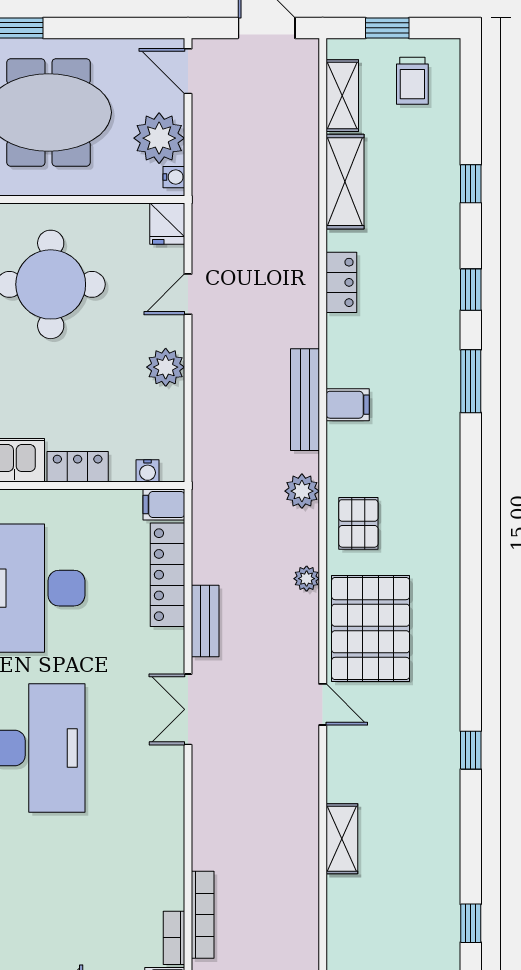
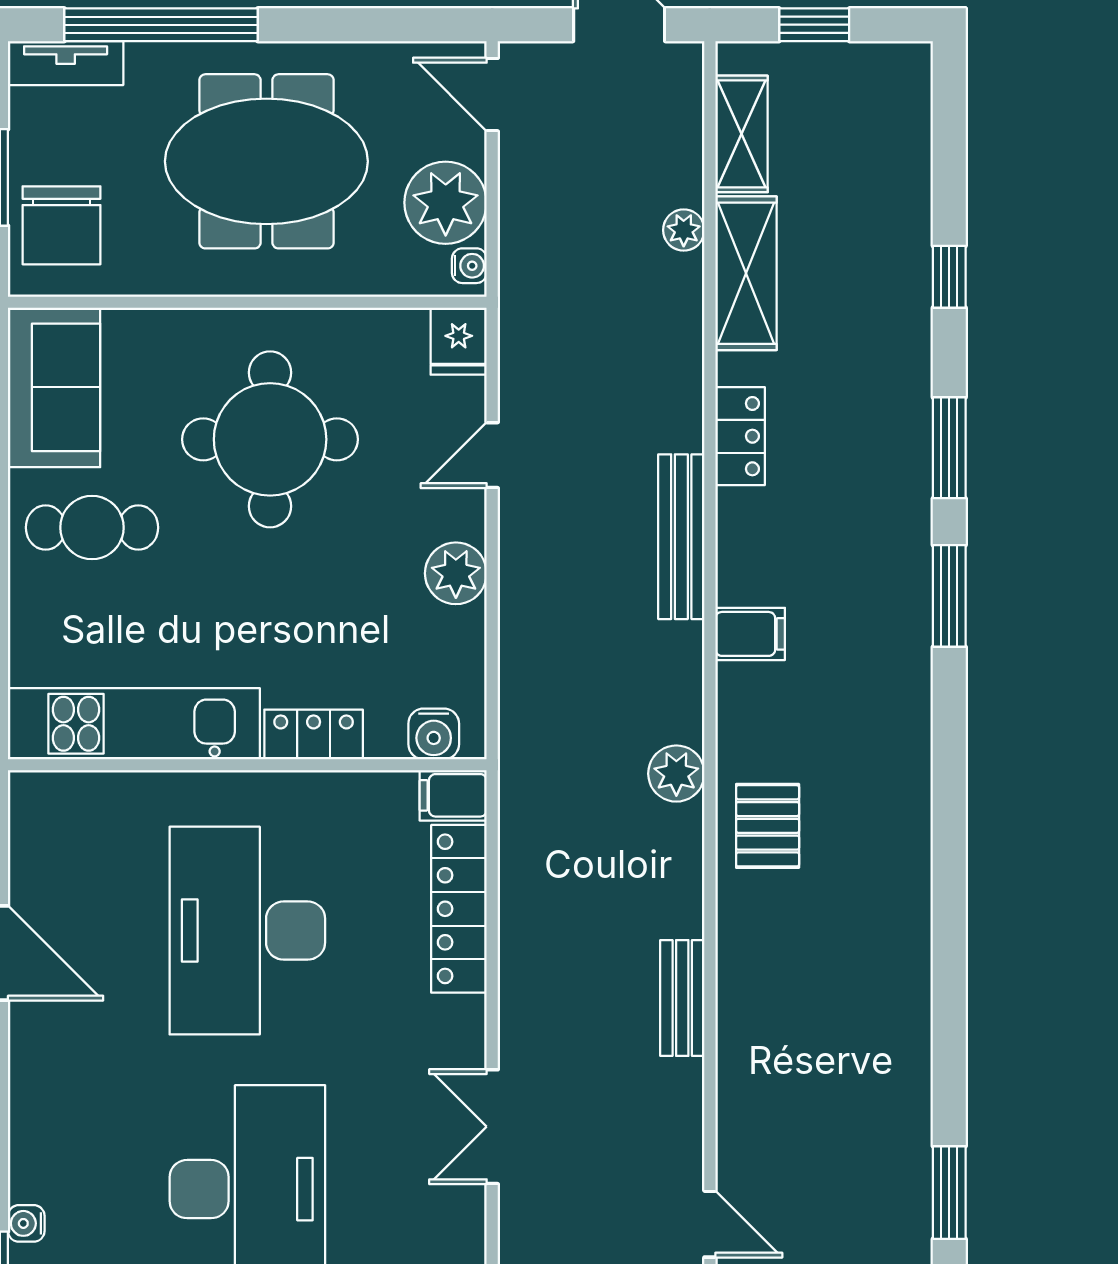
trolley: (412, 81) -> (855, 110), removed
window: (471, 290) -> (949, 448), width x1.50
bench: (305, 400) -> (681, 537), moved
water cooler: (148, 471) -> (434, 734), width x1.38, depth x1.38
plant: (307, 579) -> (684, 230), moved
bench: (205, 621) -> (682, 998), moved
pallet: (371, 628) -> (787, 996), removed
door: (323, 704) -> (710, 1224), moved
window: (471, 750) -> (949, 1193), width x1.50

